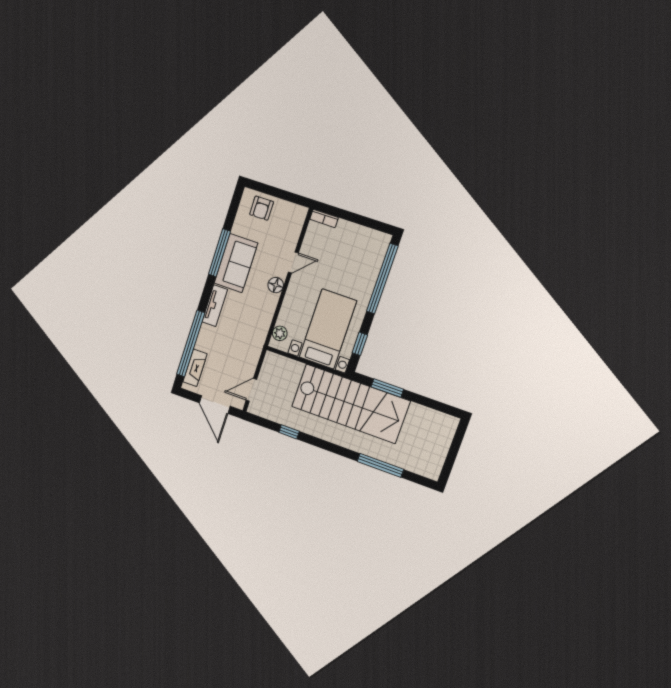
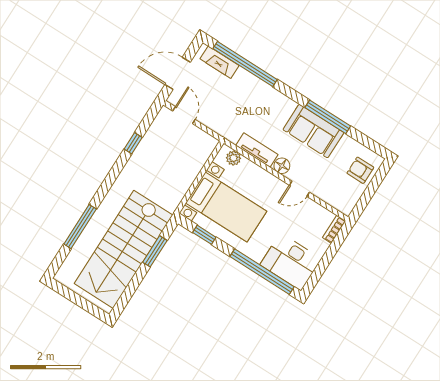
desk: (366, 253) -> (291, 262), added
door: (293, 263) -> (299, 189), hinge flipped
tv unit: (215, 306) -> (257, 150), moved, turned 180
stairs: (351, 404) -> (124, 249), moved

